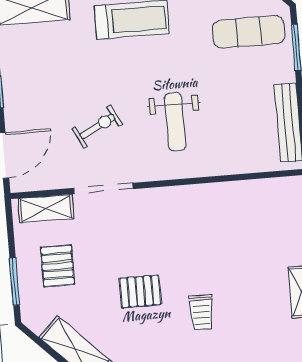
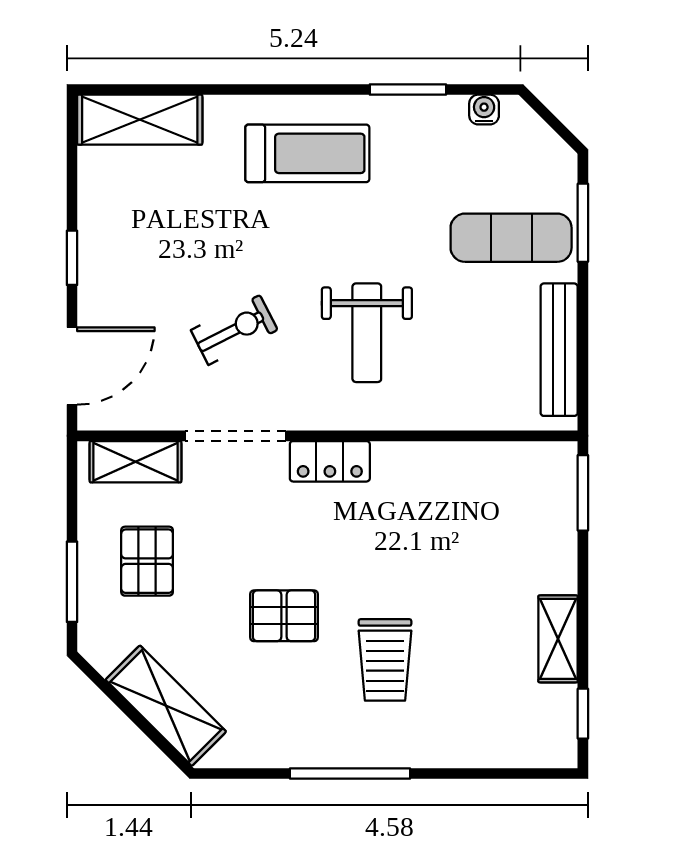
exercise mat: (249, 32) -> (511, 238), moved
locker: (160, 199) -> (330, 461), added
trolley: (201, 312) -> (385, 660), width x1.36, depth x1.39

